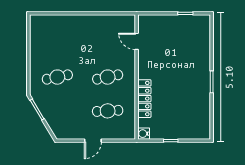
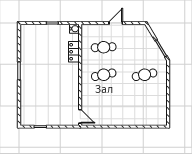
door: (137, 41) -> (80, 116), moved
locker: (144, 99) -> (74, 52), width x0.66

